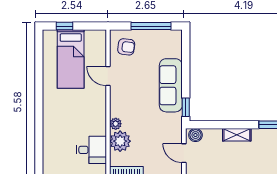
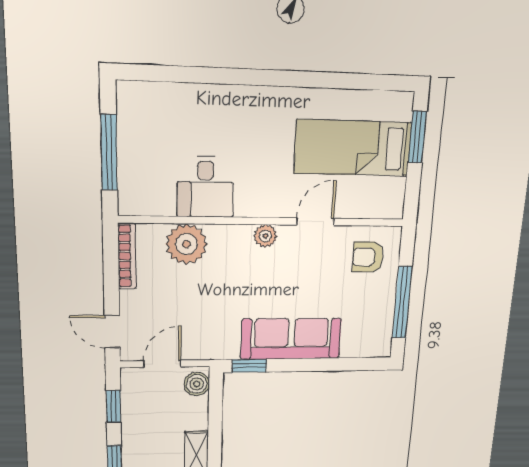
window: (65, 26) -> (417, 137), width x1.50
armchair: (126, 47) -> (368, 257), turned 83
plant: (116, 124) -> (265, 236), moved
desk: (91, 150) -> (205, 187), moved

